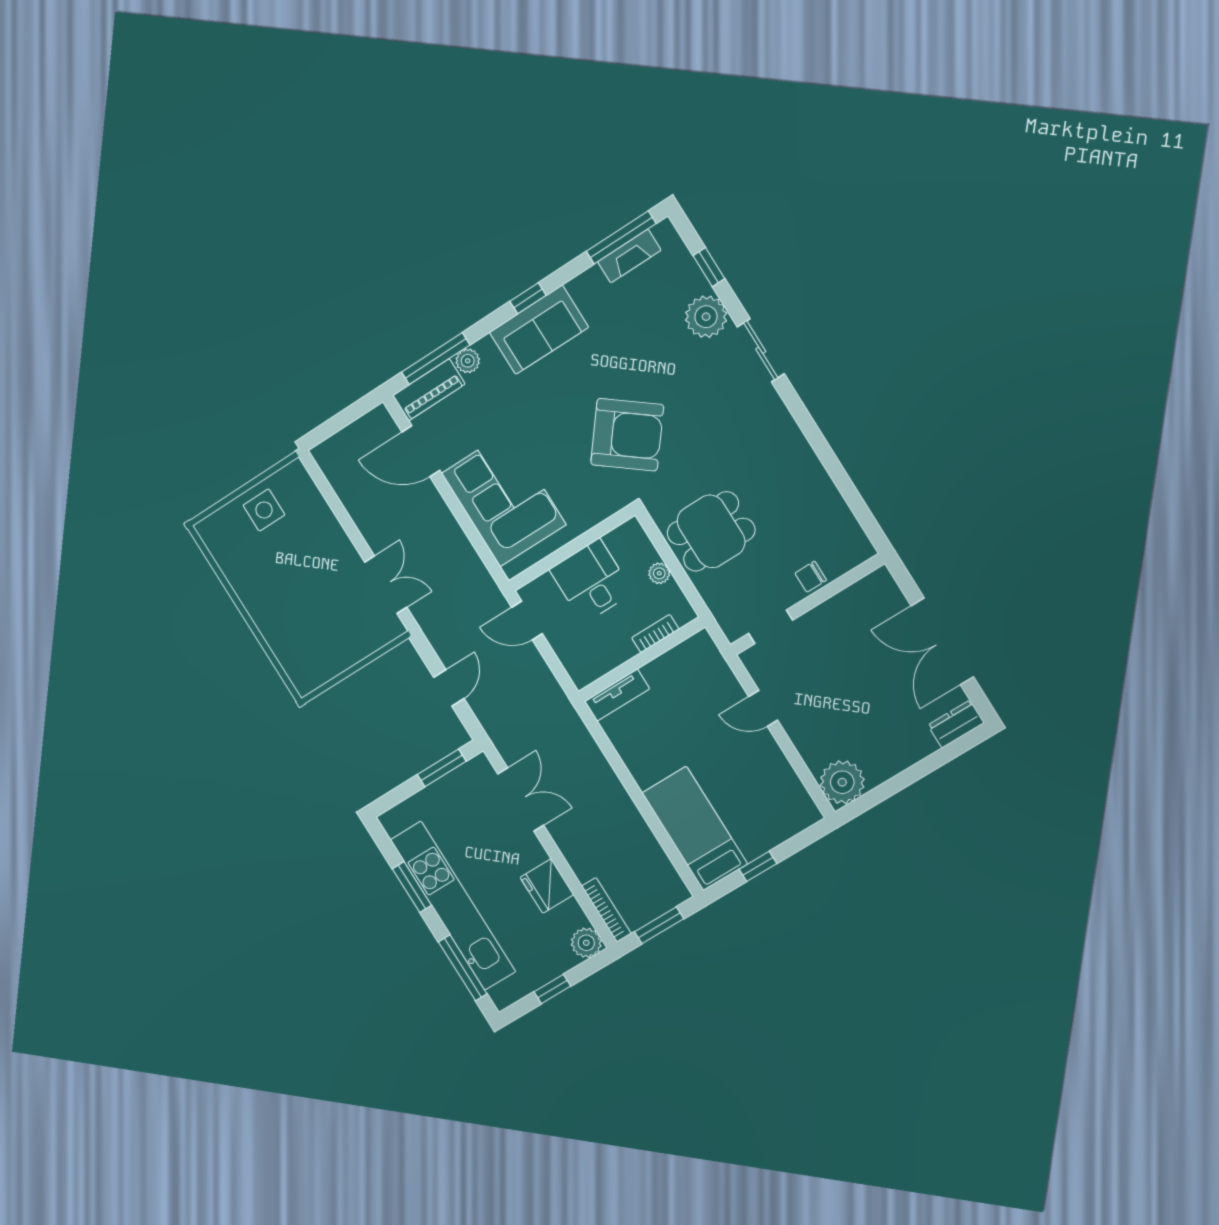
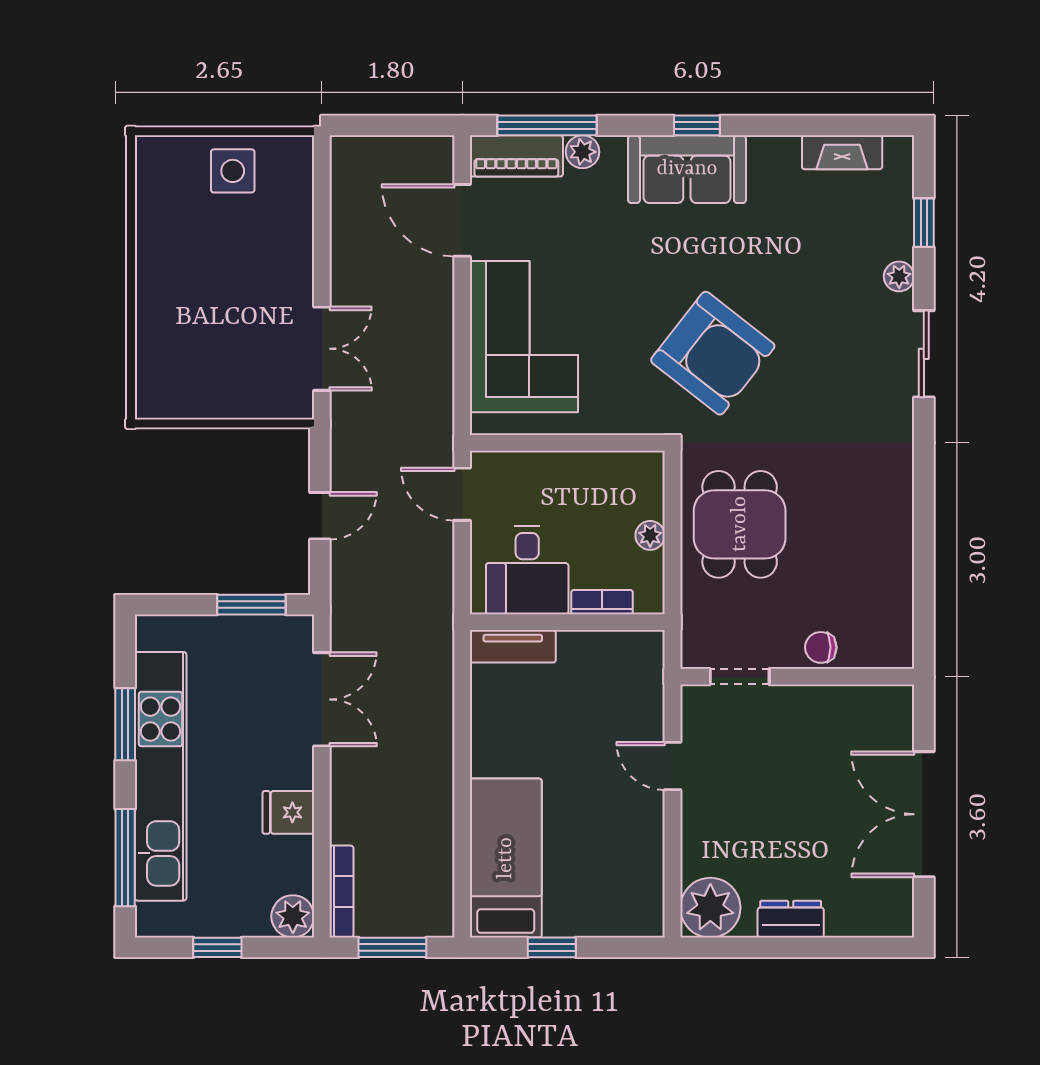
window: (621, 237) -> (846, 125), removed
plant: (706, 317) -> (899, 276), width x0.53, depth x0.53
dining table: (711, 531) -> (740, 524), turned 90
desk: (591, 581) -> (527, 570), moved, turned 180
dresser: (956, 724) -> (791, 919), moved
fridge: (547, 886) -> (288, 812), width x0.72

